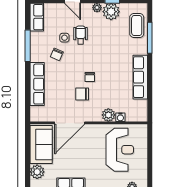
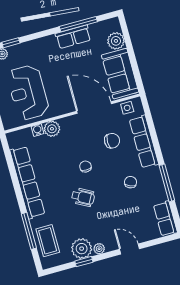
wheelchair: (81, 35) -> (83, 197), moved, turned -61
side table: (64, 38) -> (127, 108), moved
row of seats: (140, 77) -> (27, 182), width x1.36
chair: (82, 94) -> (112, 141), moved
door: (70, 123) -> (94, 108), hinge flipped

